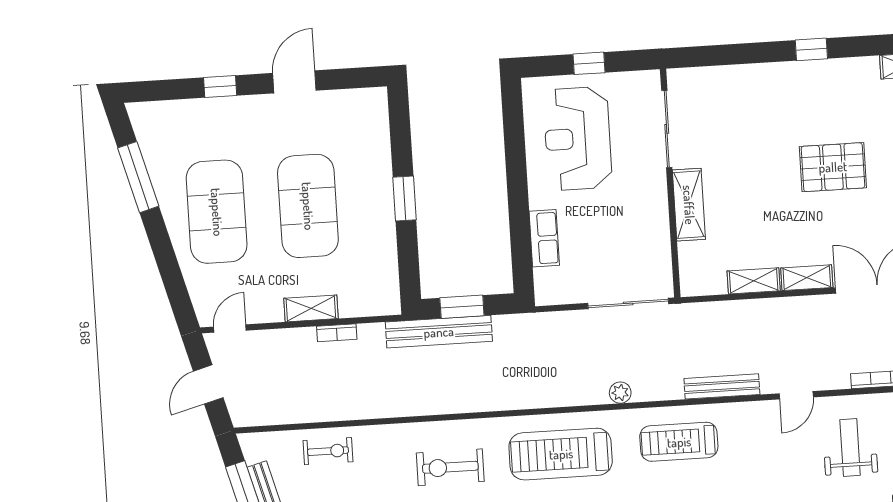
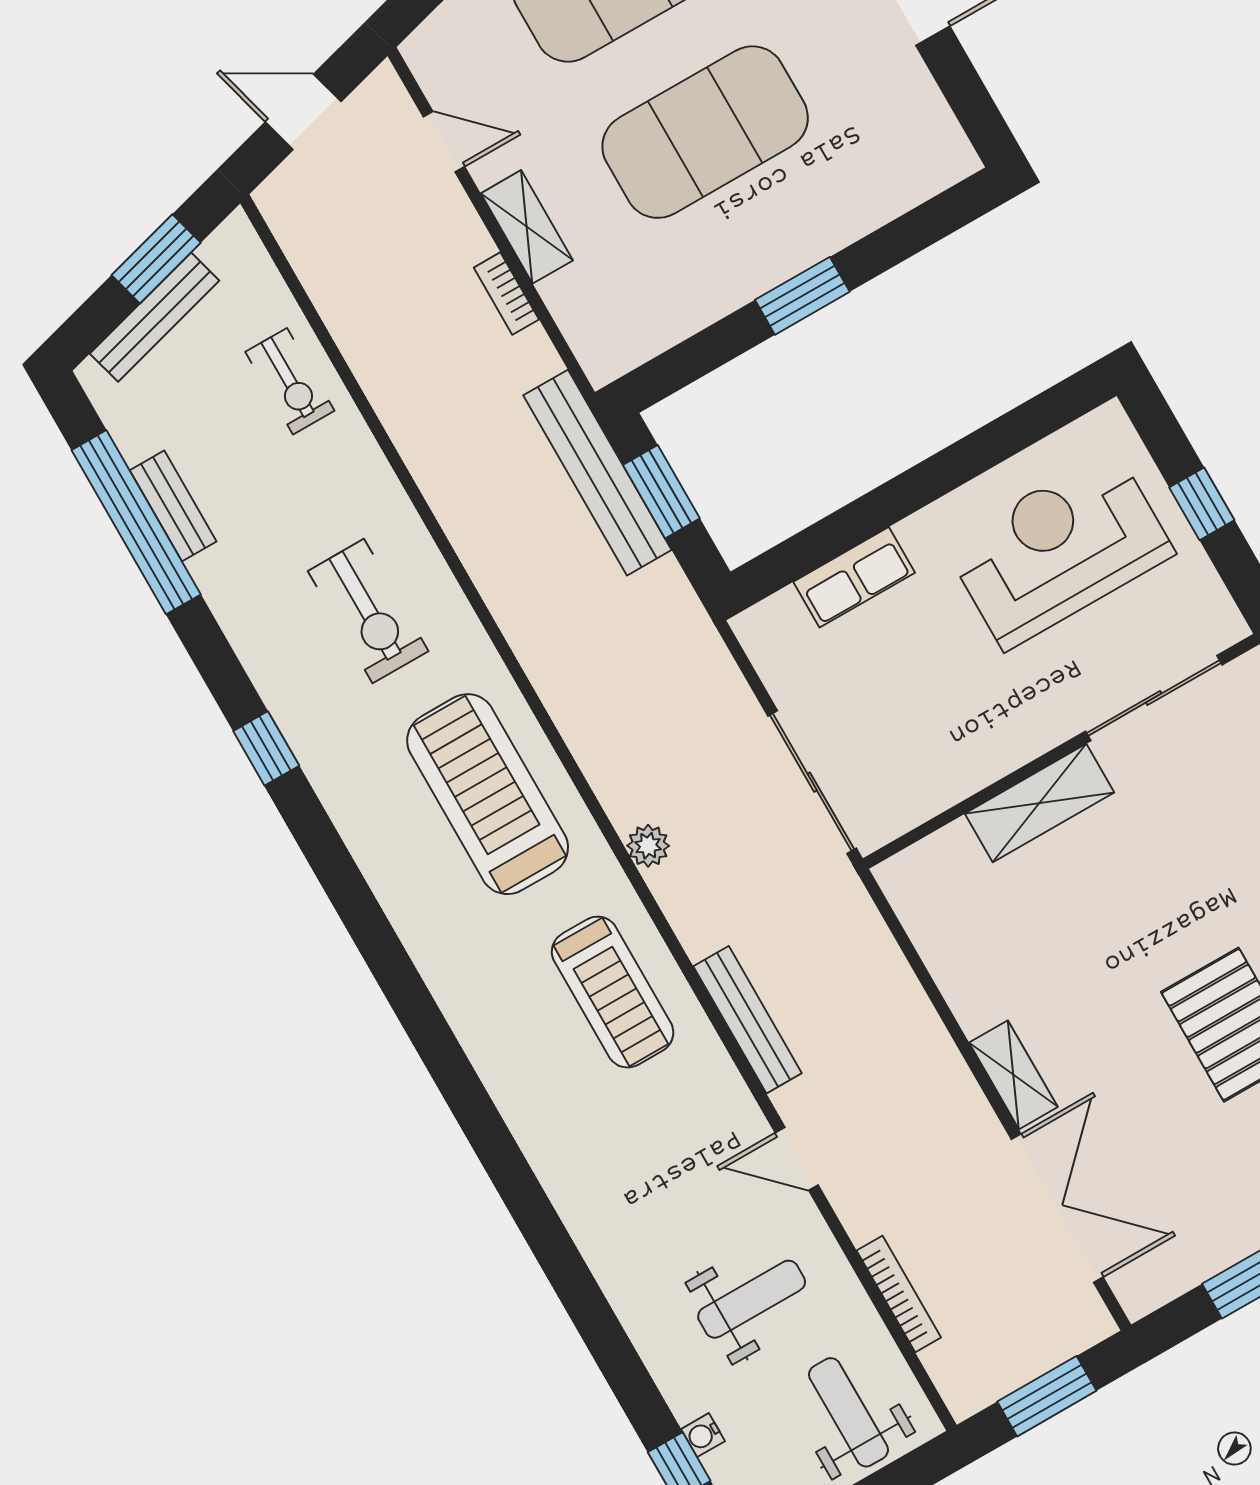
shelving: (754, 281) -> (961, 984), removed
door: (230, 329) -> (444, 142), moved
treadmill: (679, 442) -> (613, 992), turned 180
exercise bike: (450, 467) -> (368, 611), turned 180

